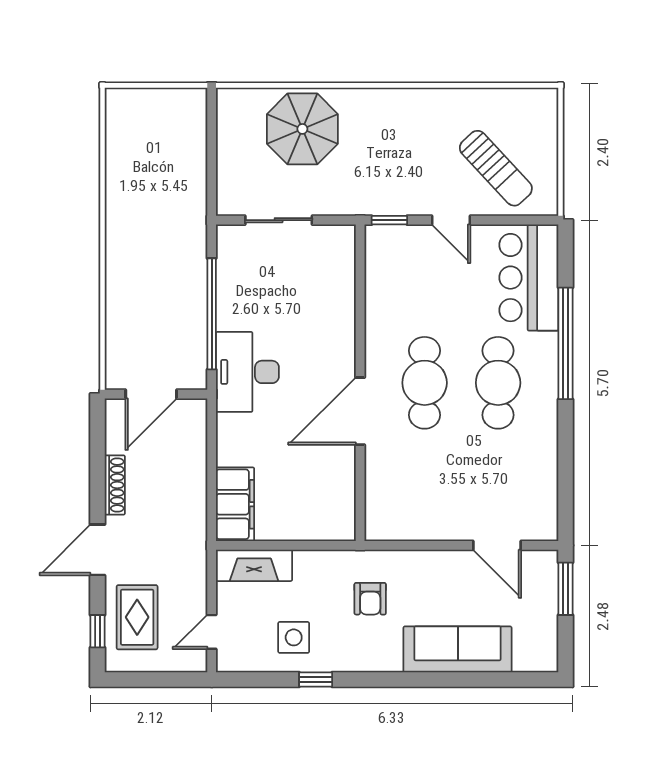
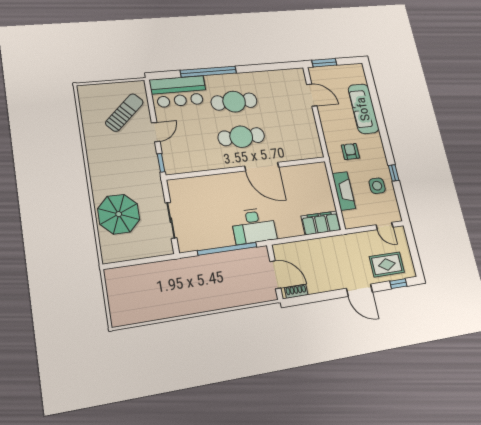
shoe rack: (115, 485) -> (296, 291), moved, width x0.70
door: (497, 545) -> (312, 95), hinge flipped
fireplace: (254, 565) -> (344, 191), moved
armchair: (370, 599) -> (350, 151), turned -90

